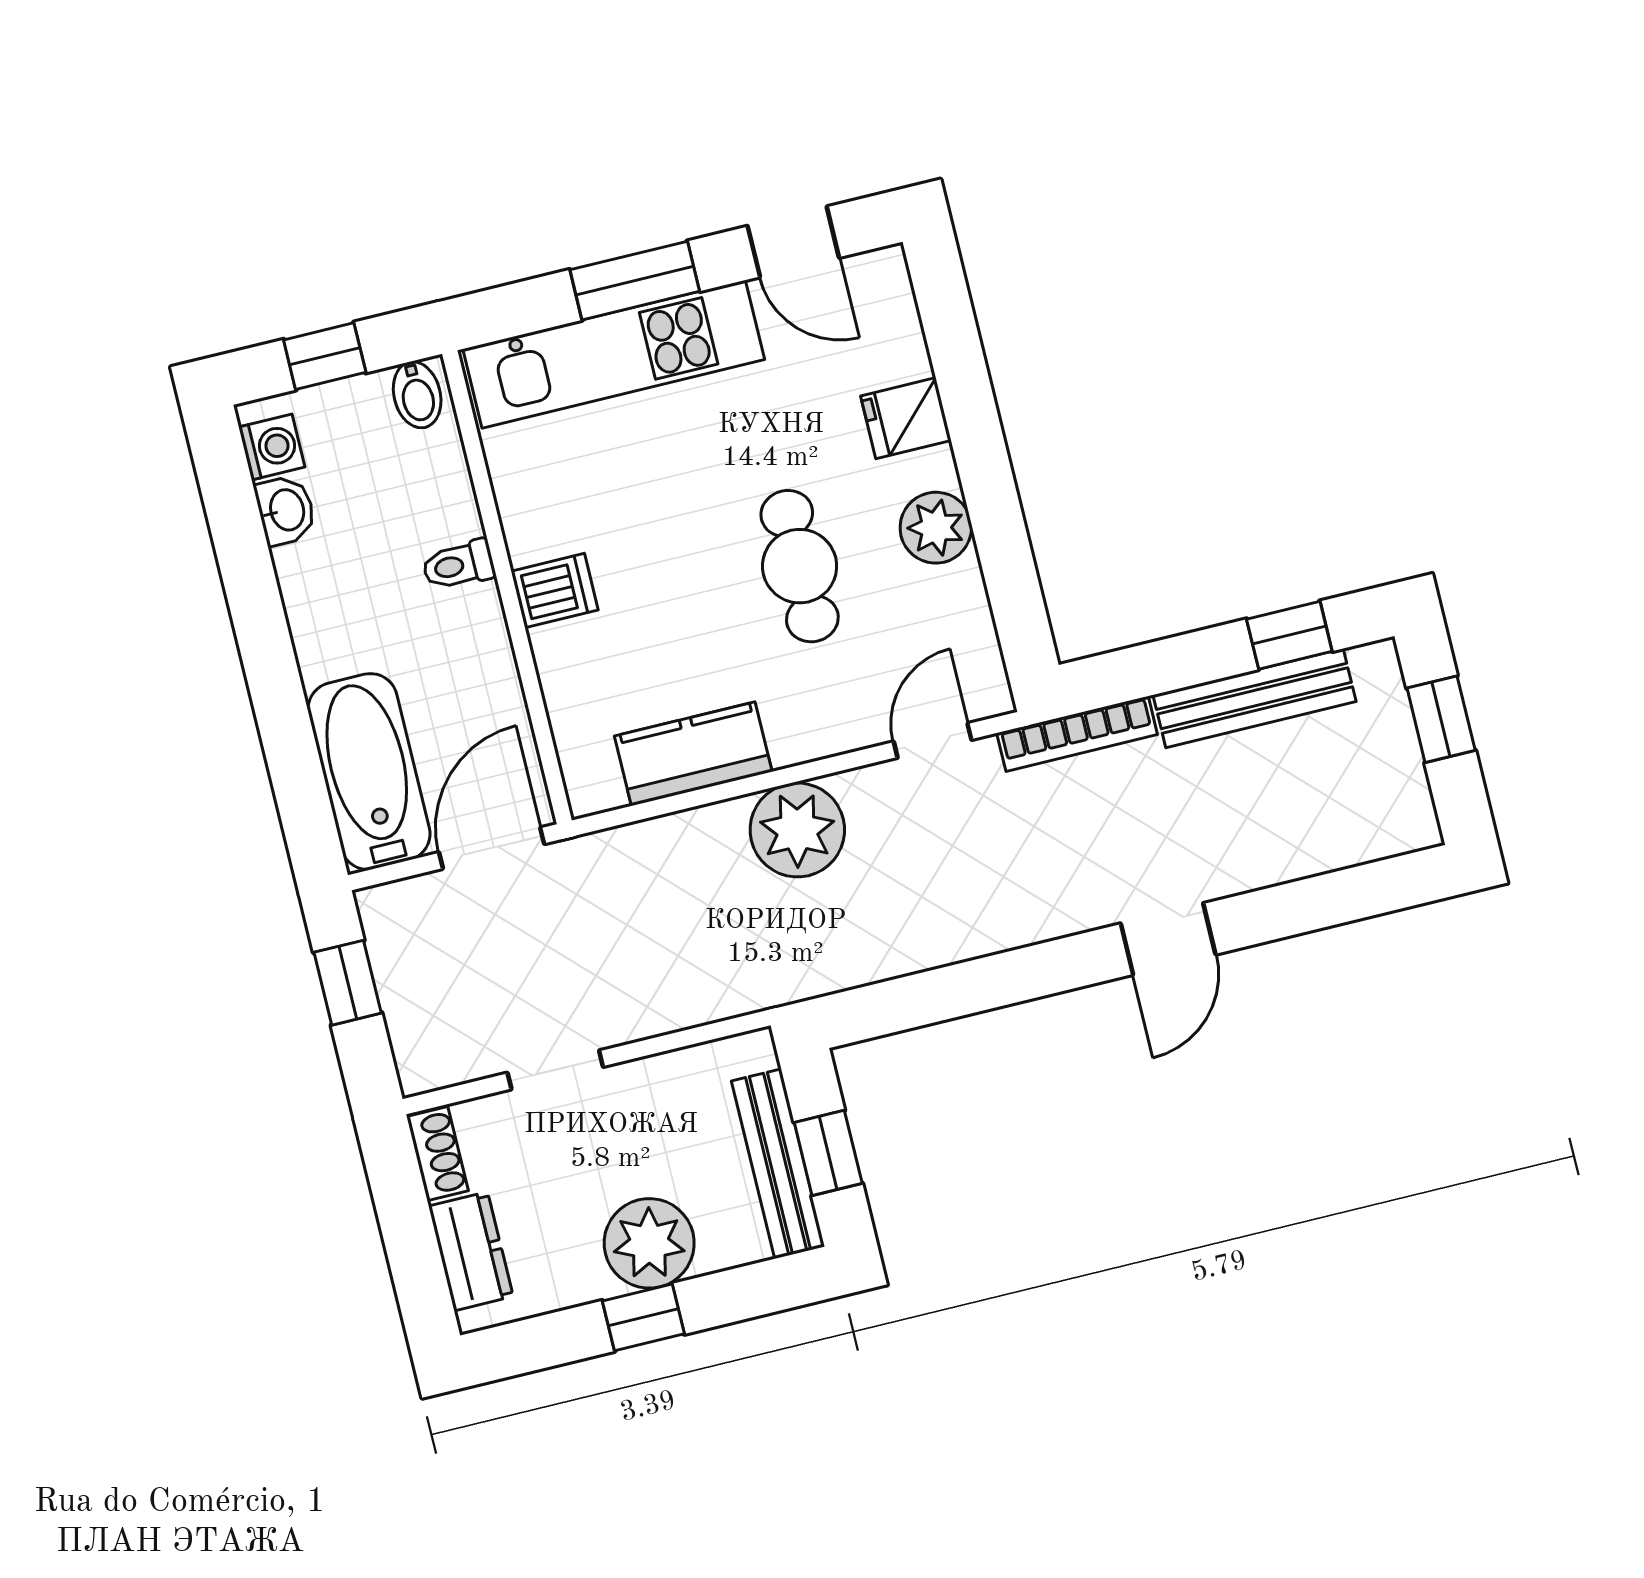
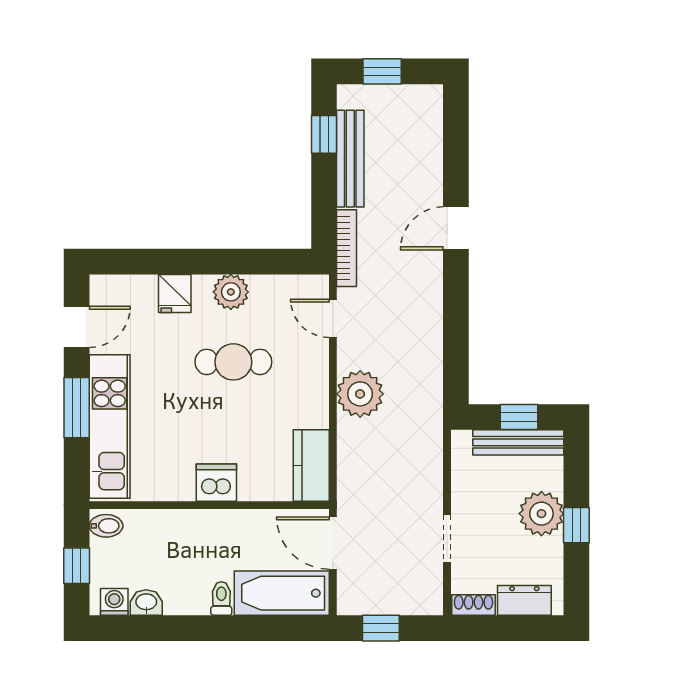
toilet: (458, 565) -> (221, 599), moved, turned 180
dishwasher: (555, 591) -> (216, 483), width x1.38
kitchen counter: (693, 754) -> (311, 466), moved
door: (1168, 939) -> (456, 228), swing flipped

